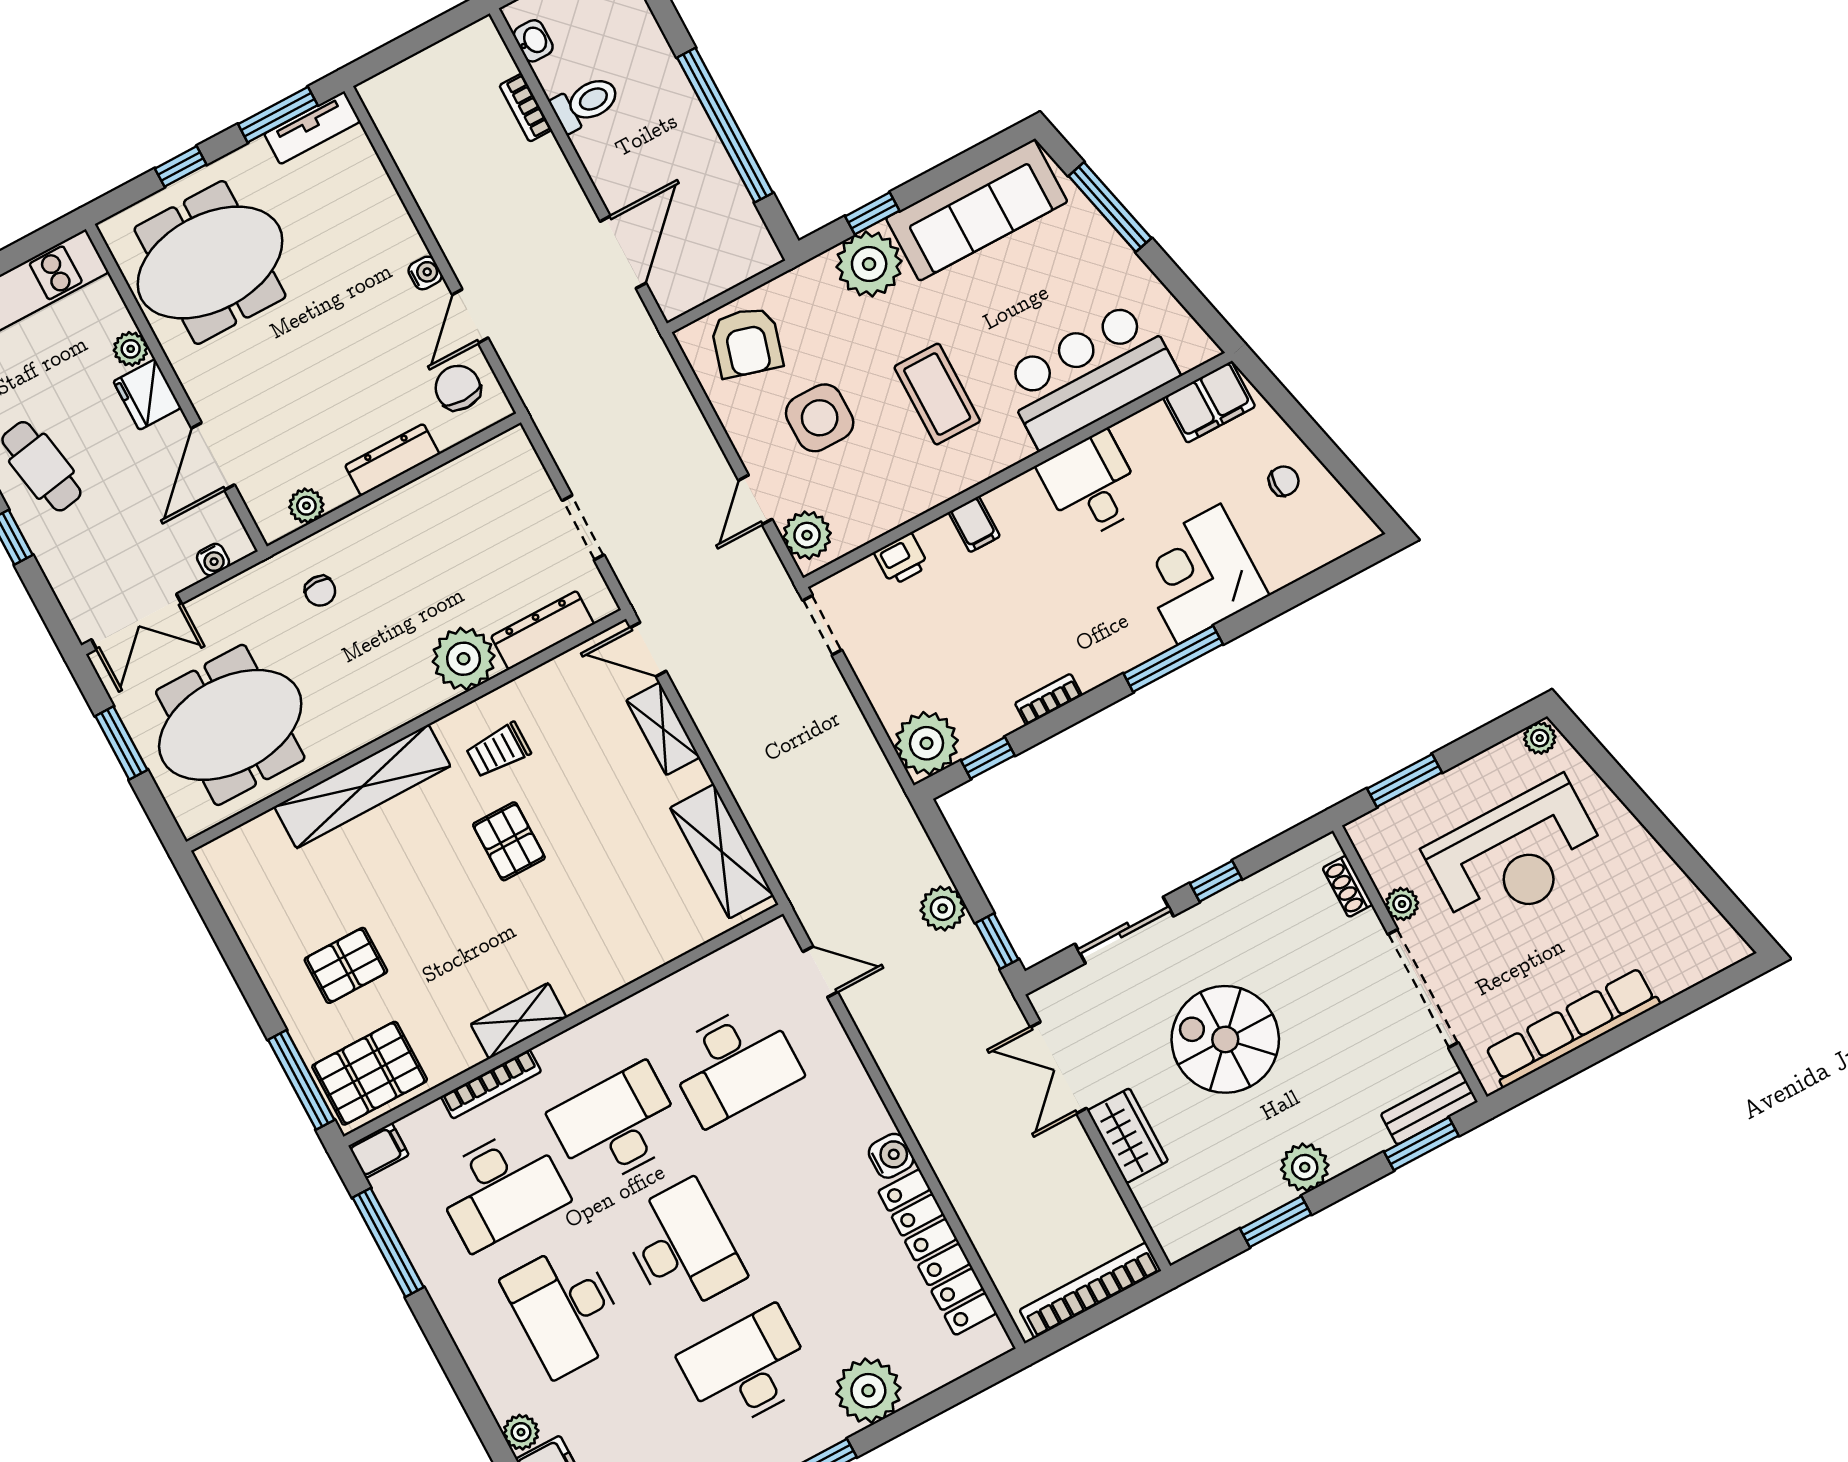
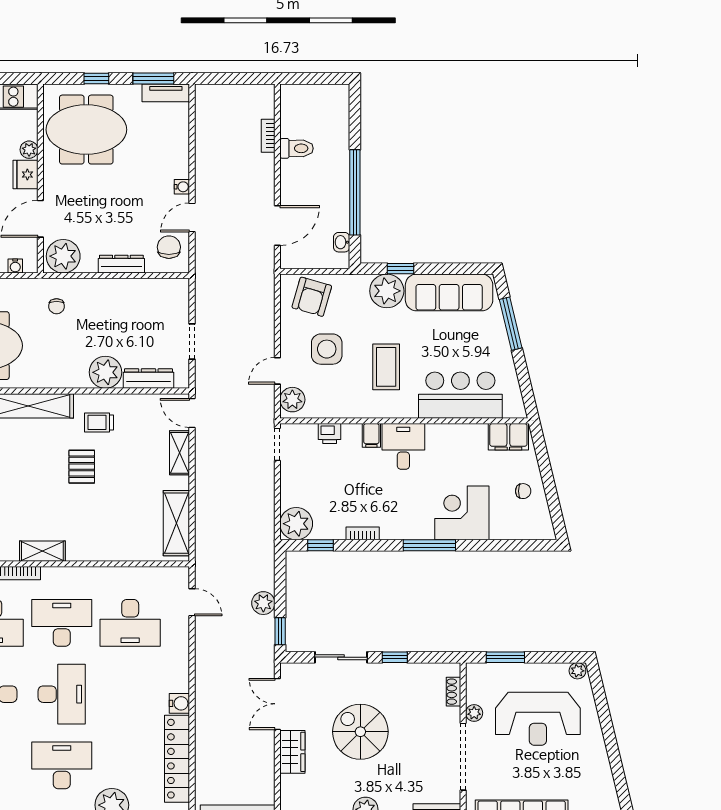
washbasin: (533, 41) -> (342, 242), moved, turned 180
desk: (1092, 486) -> (403, 446), moved
plant: (306, 506) -> (63, 256), width x1.88, depth x1.88

